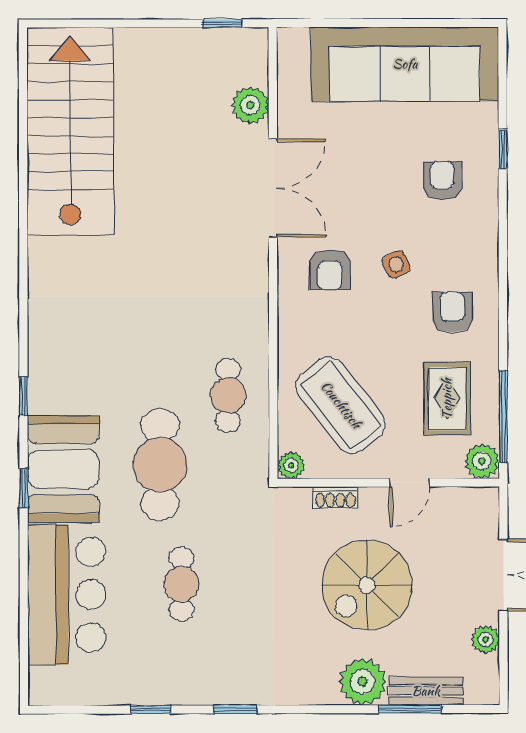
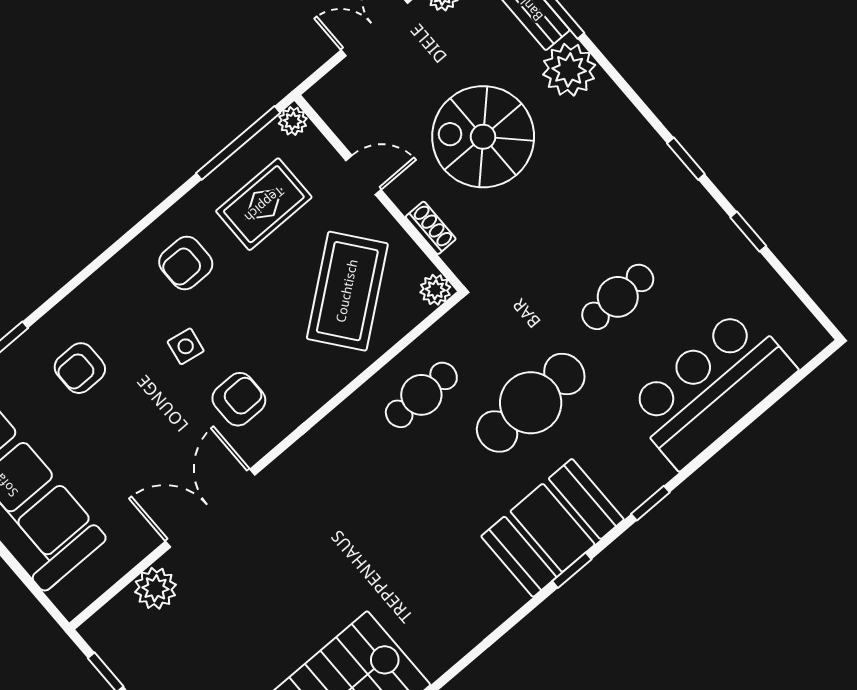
side table: (396, 264) -> (186, 346), turned 36
plant: (482, 461) -> (293, 121), width x0.73, depth x0.73
booth: (63, 469) -> (553, 528), moved
spiral stairs: (367, 585) -> (483, 137), turned 180

